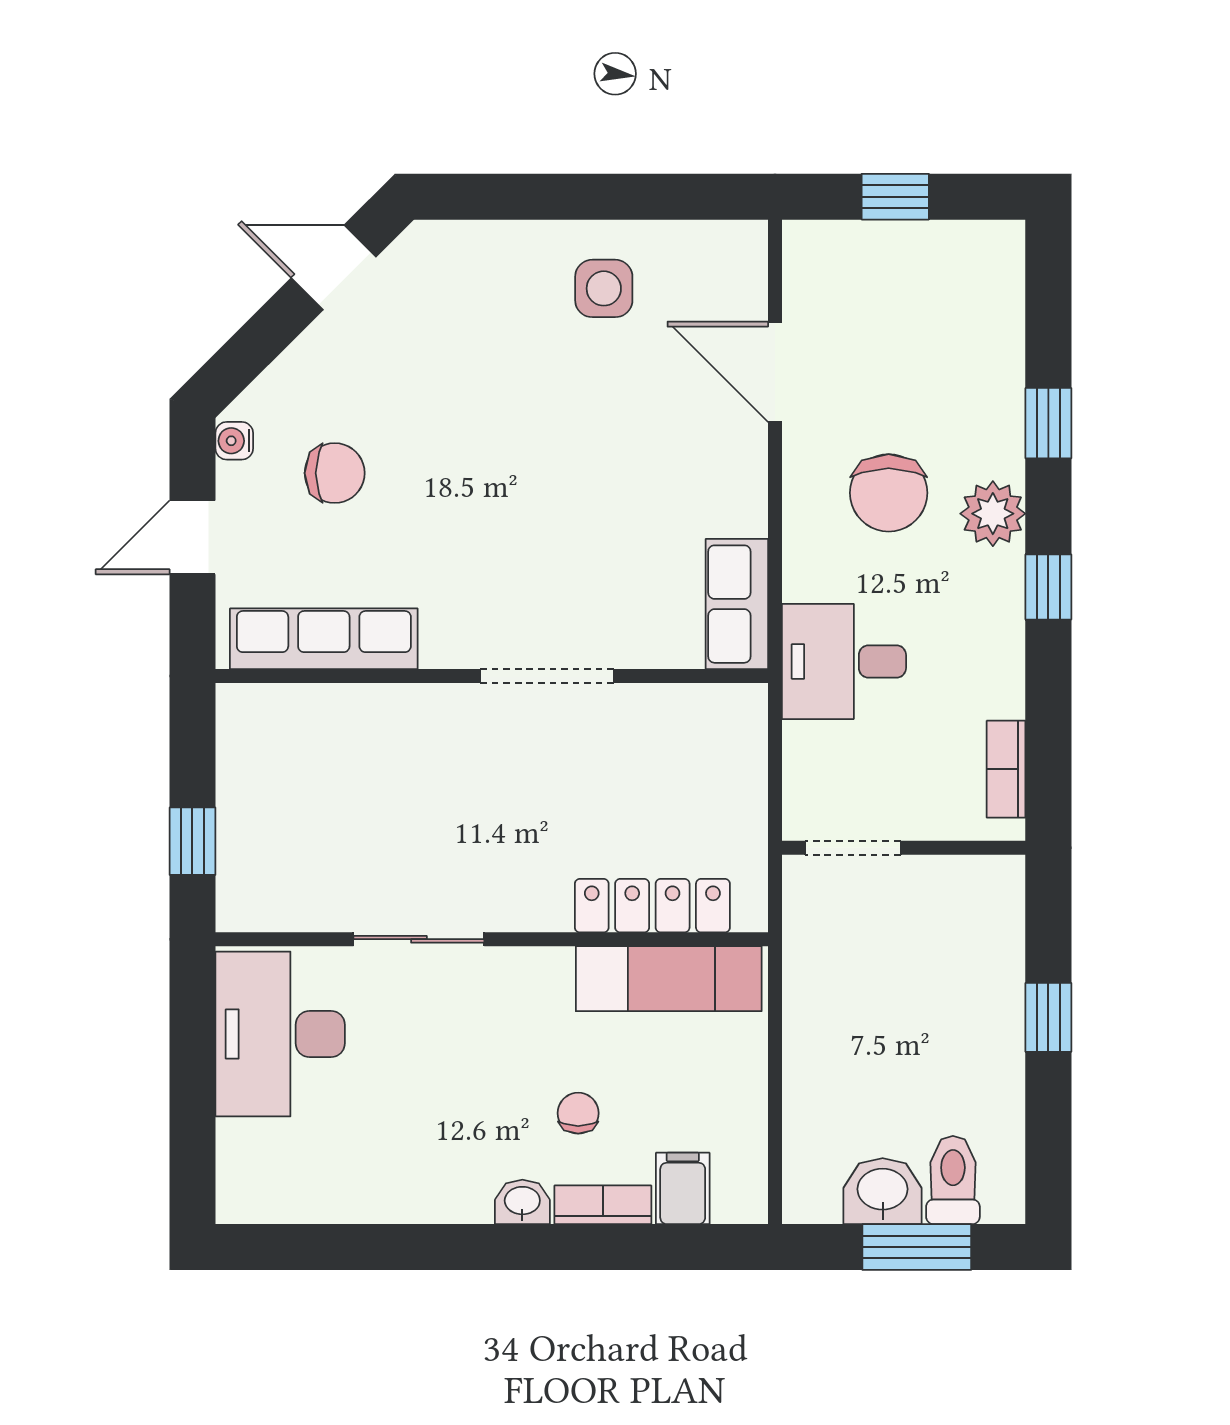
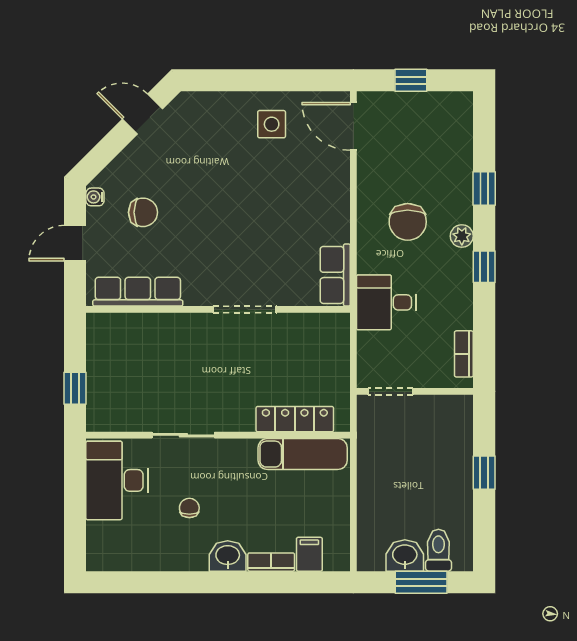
door: (775, 372) -> (353, 126), moved
plant: (993, 514) -> (462, 236), width x0.73, depth x0.73
chair: (578, 1113) -> (189, 508), moved
washbasin: (522, 1202) -> (228, 556), width x1.38, depth x1.45

